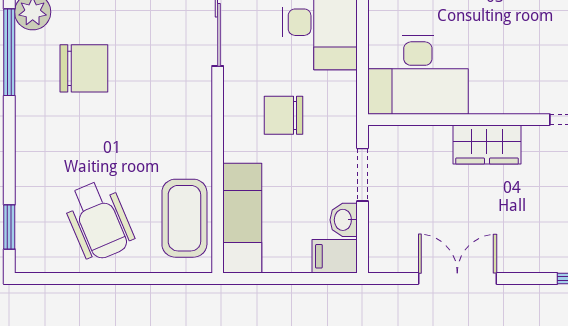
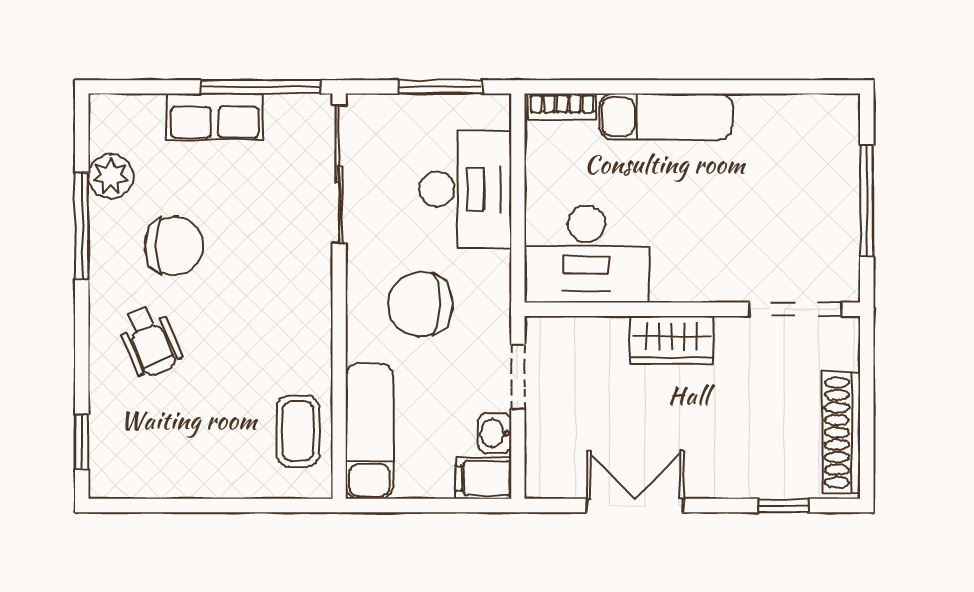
chair: (284, 115) -> (420, 304), width x1.37, depth x1.37
coffee table: (184, 218) -> (298, 431), width x0.73, depth x0.77
wheelchair: (99, 220) -> (150, 341), moved, width x0.73, depth x0.73

